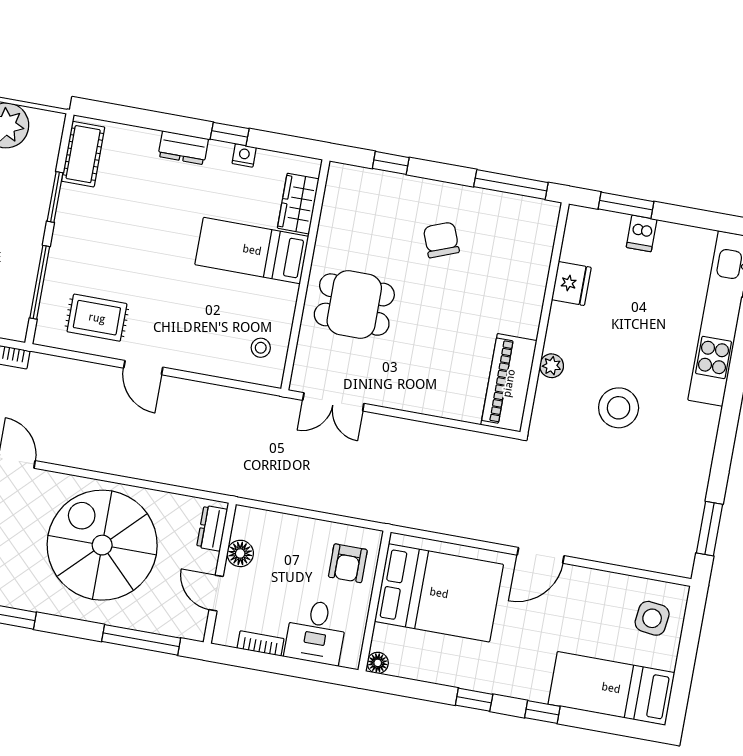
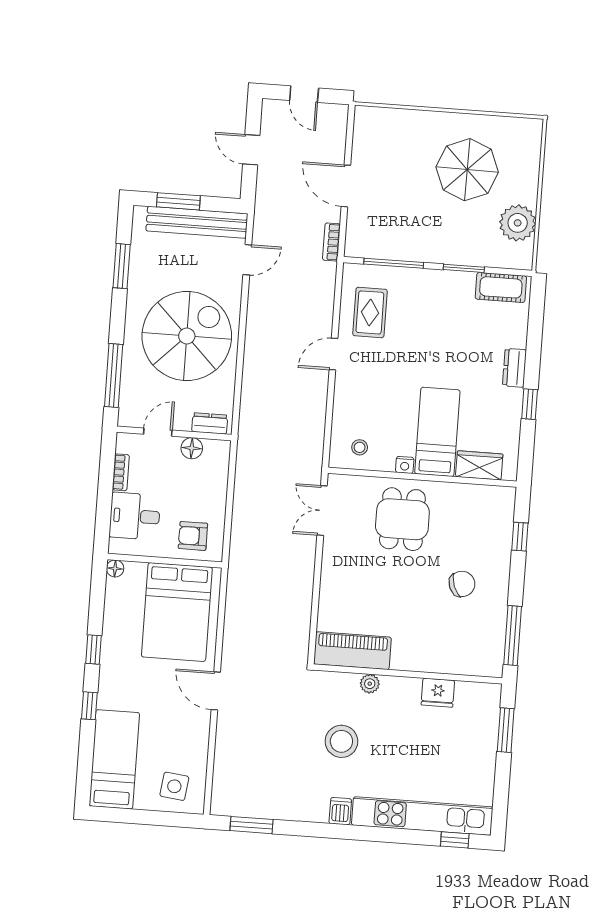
nightstand: (244, 155) -> (405, 465), moved, turned 90
dishwasher: (642, 233) -> (340, 811), moved, turned 90

